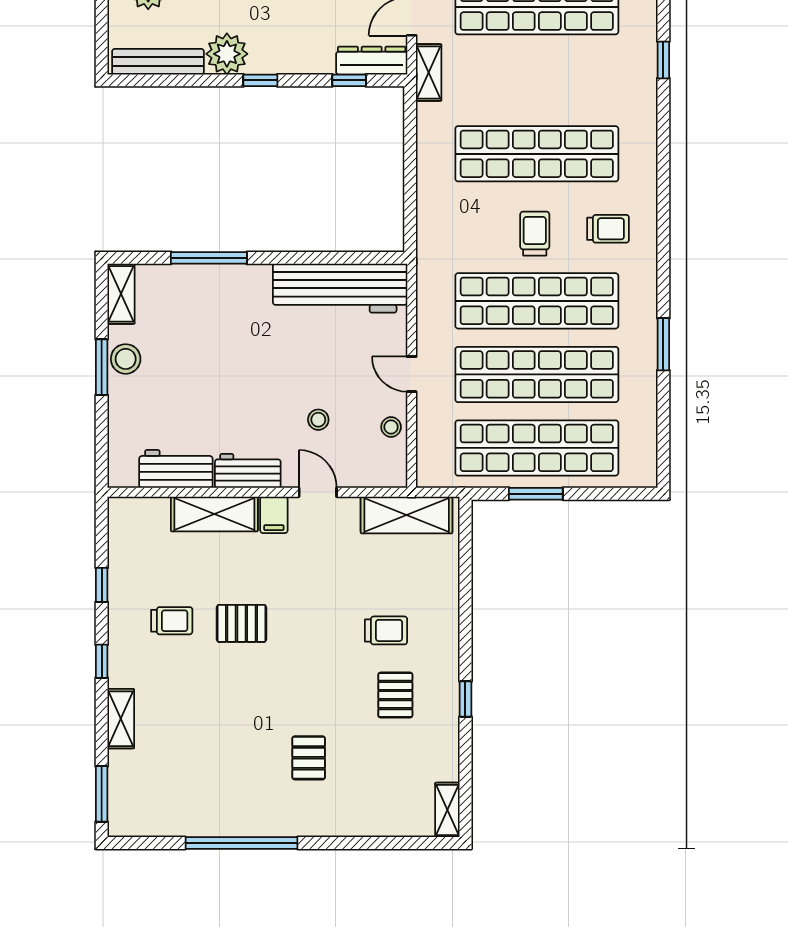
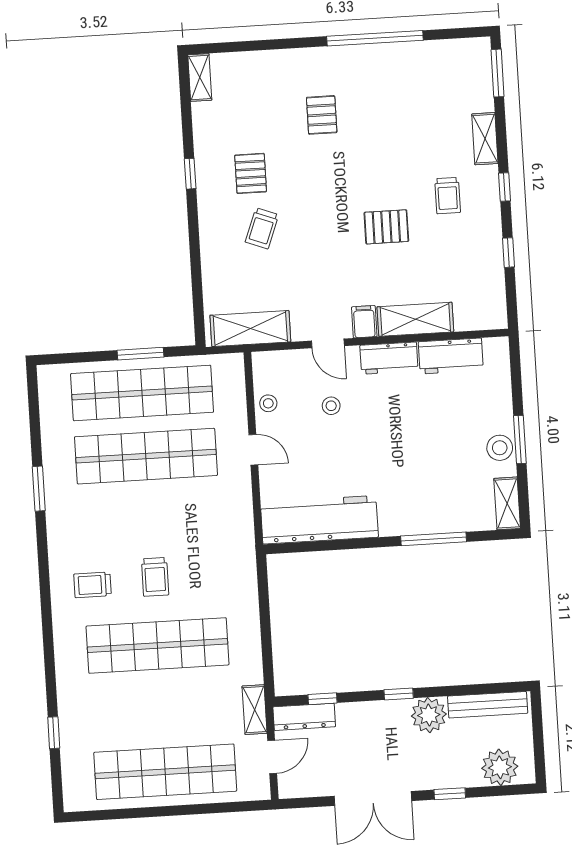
shop shelf: (537, 301) -> (150, 519), removed
trolley: (172, 621) -> (448, 196), moved, turned -90
trolley: (386, 630) -> (262, 228), turned -69

